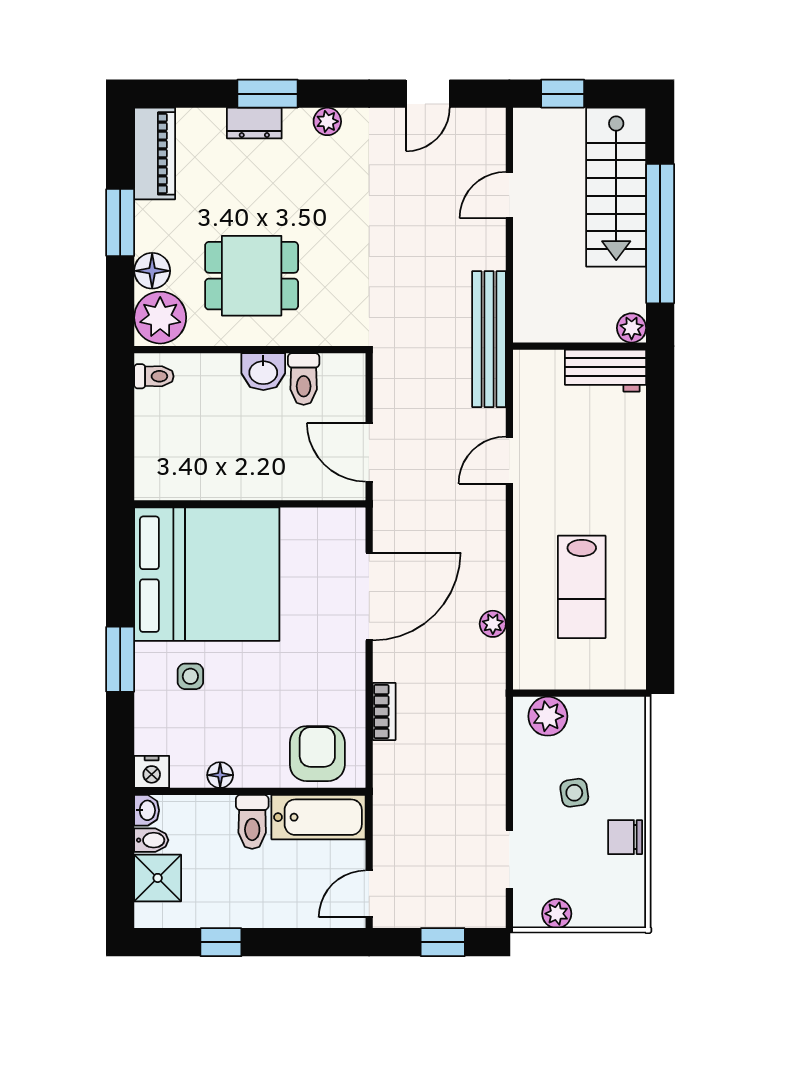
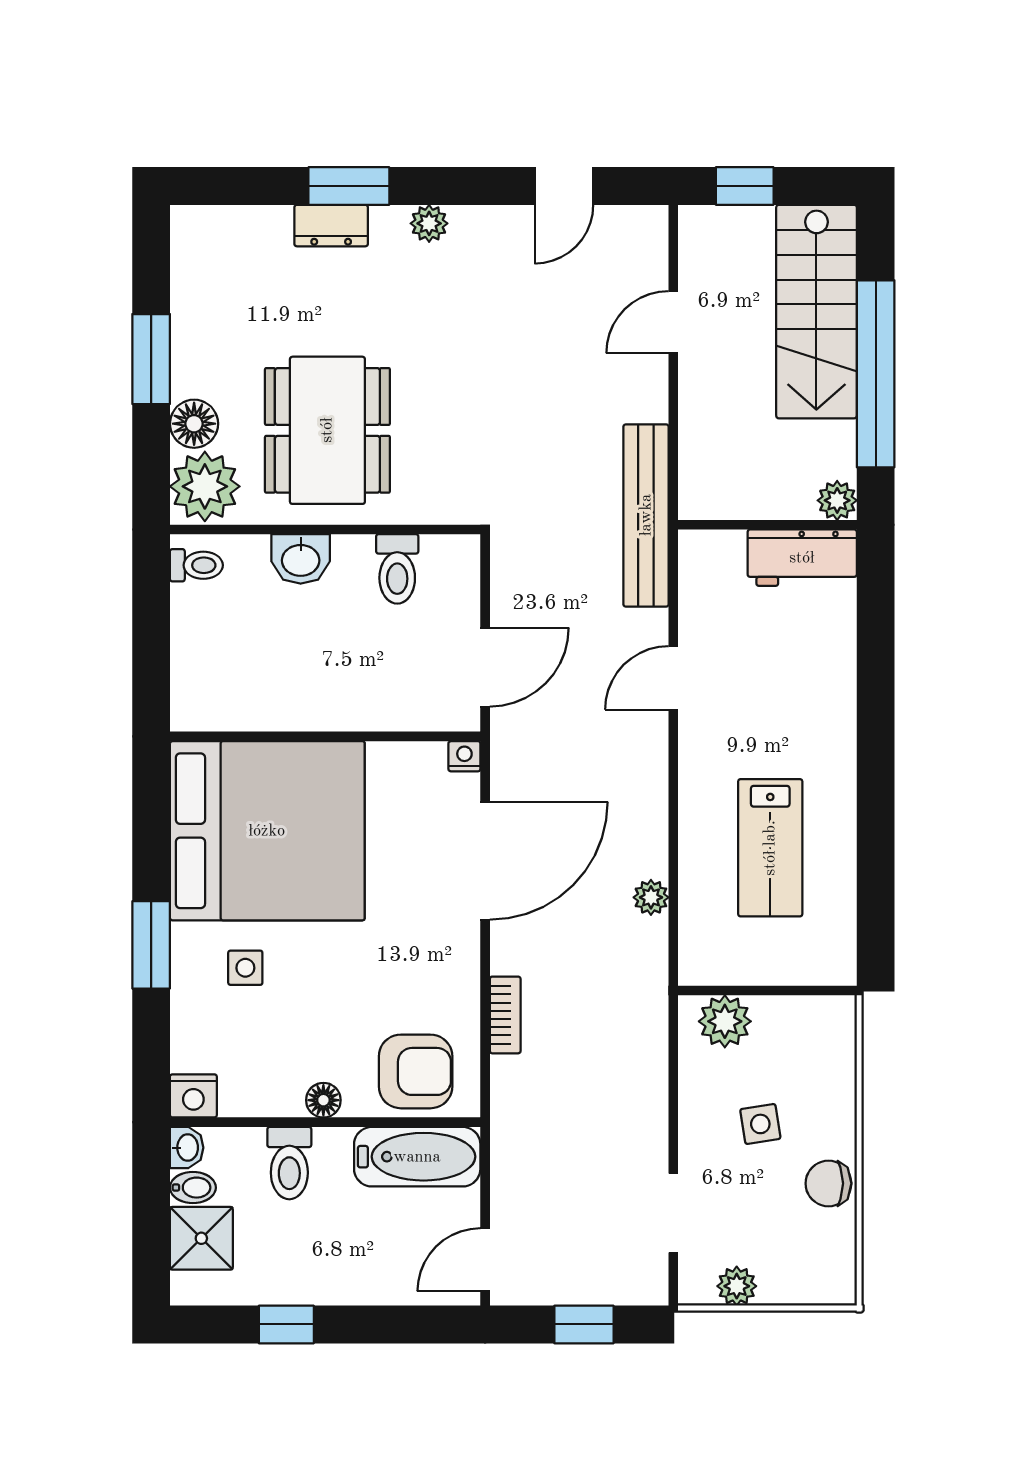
piano: (155, 153) -> (197, 266), removed
dining table: (252, 276) -> (327, 430), width x1.38
washbasin: (263, 372) -> (301, 559), moved
door: (369, 452) -> (485, 667), swing flipped
nightstand: (354, 519) -> (464, 756), added
armchair: (317, 754) -> (416, 1071), turned 90
floor lamp: (220, 775) -> (323, 1100), moved
toilet: (252, 822) -> (289, 1163), moved

